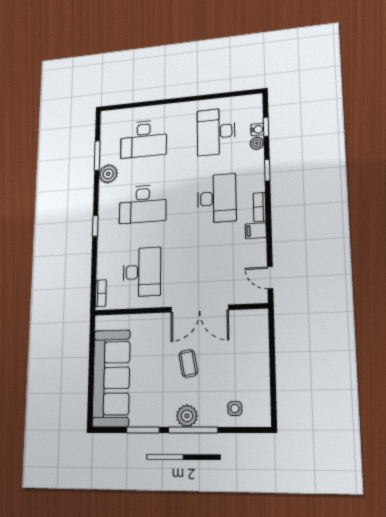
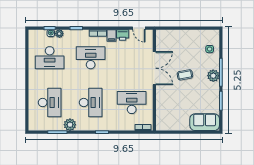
printer: (257, 250) -> (123, 35), added
door: (270, 278) -> (139, 28), hinge flipped
sofa: (111, 378) -> (205, 122), width x0.54, depth x0.79

